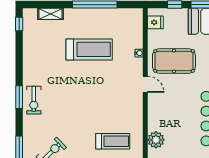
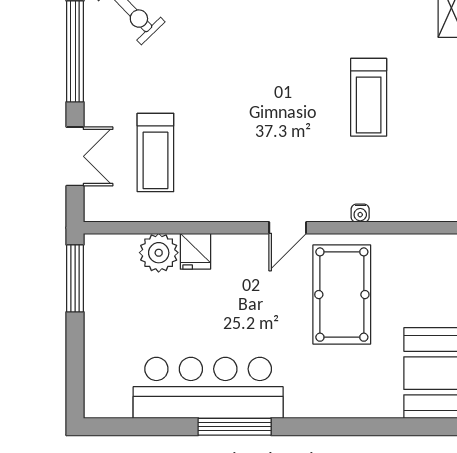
fridge: (155, 22) -> (195, 251), moved
treadmill: (89, 49) -> (369, 97), width x0.73, depth x0.73

